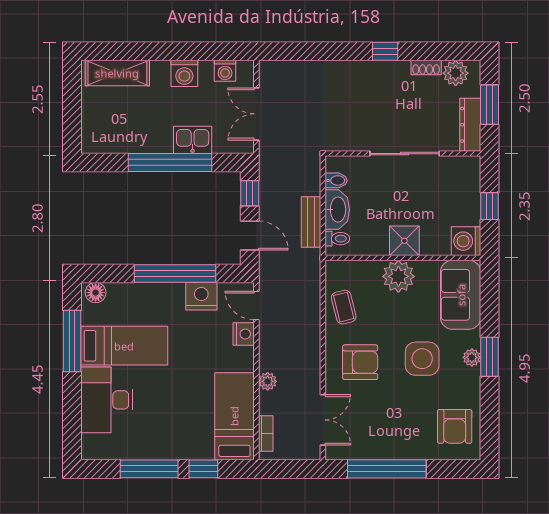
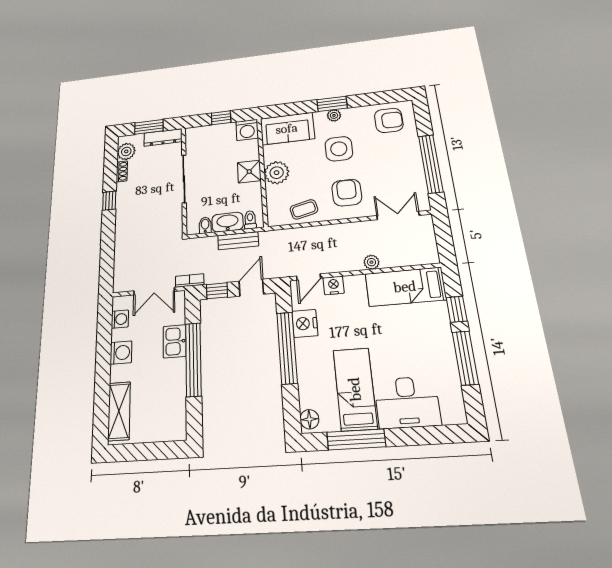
bookcase: (266, 433) -> (190, 280), moved

